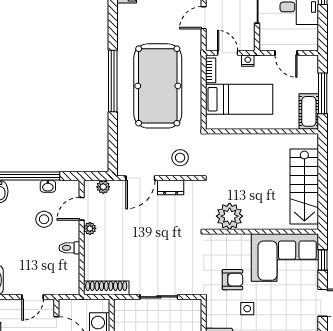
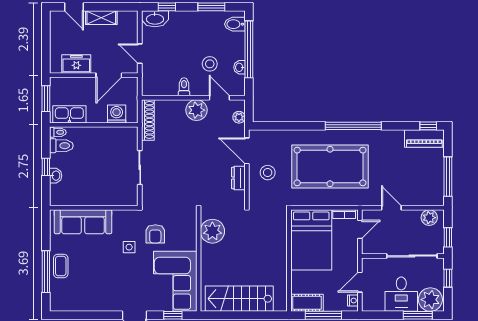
nightstand: (248, 61) -> (353, 301), moved
window: (113, 81) -> (353, 126), moved
bed: (239, 99) -> (311, 240), width x1.50
stool: (180, 158) -> (268, 173), moved
plant: (90, 228) -> (196, 110), width x1.87, depth x1.87

